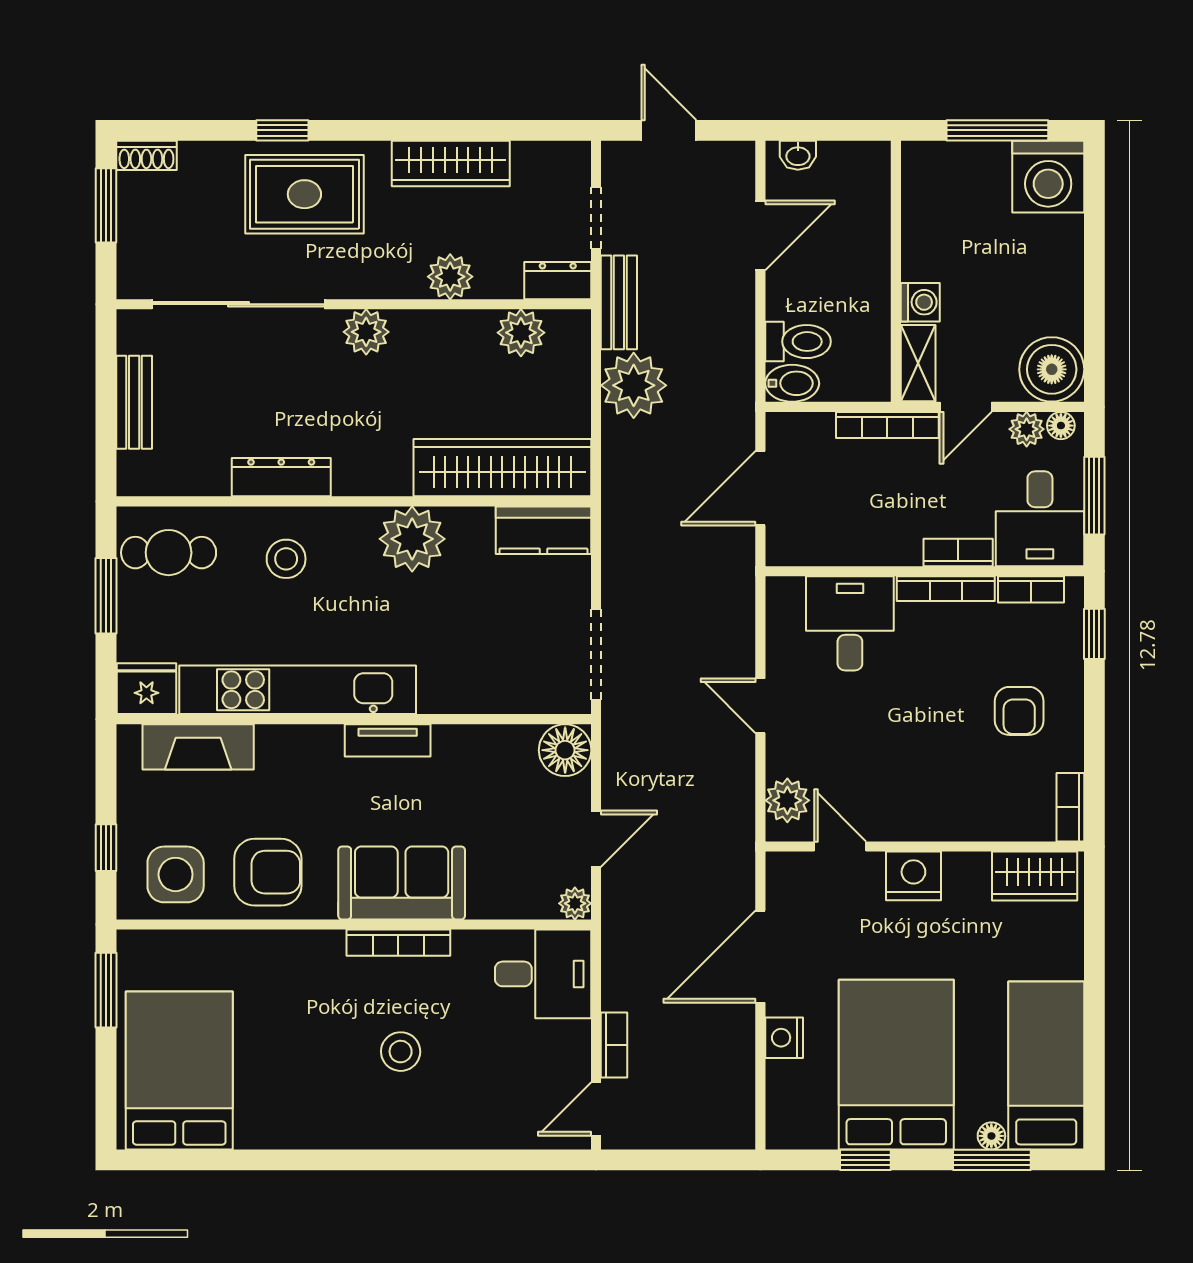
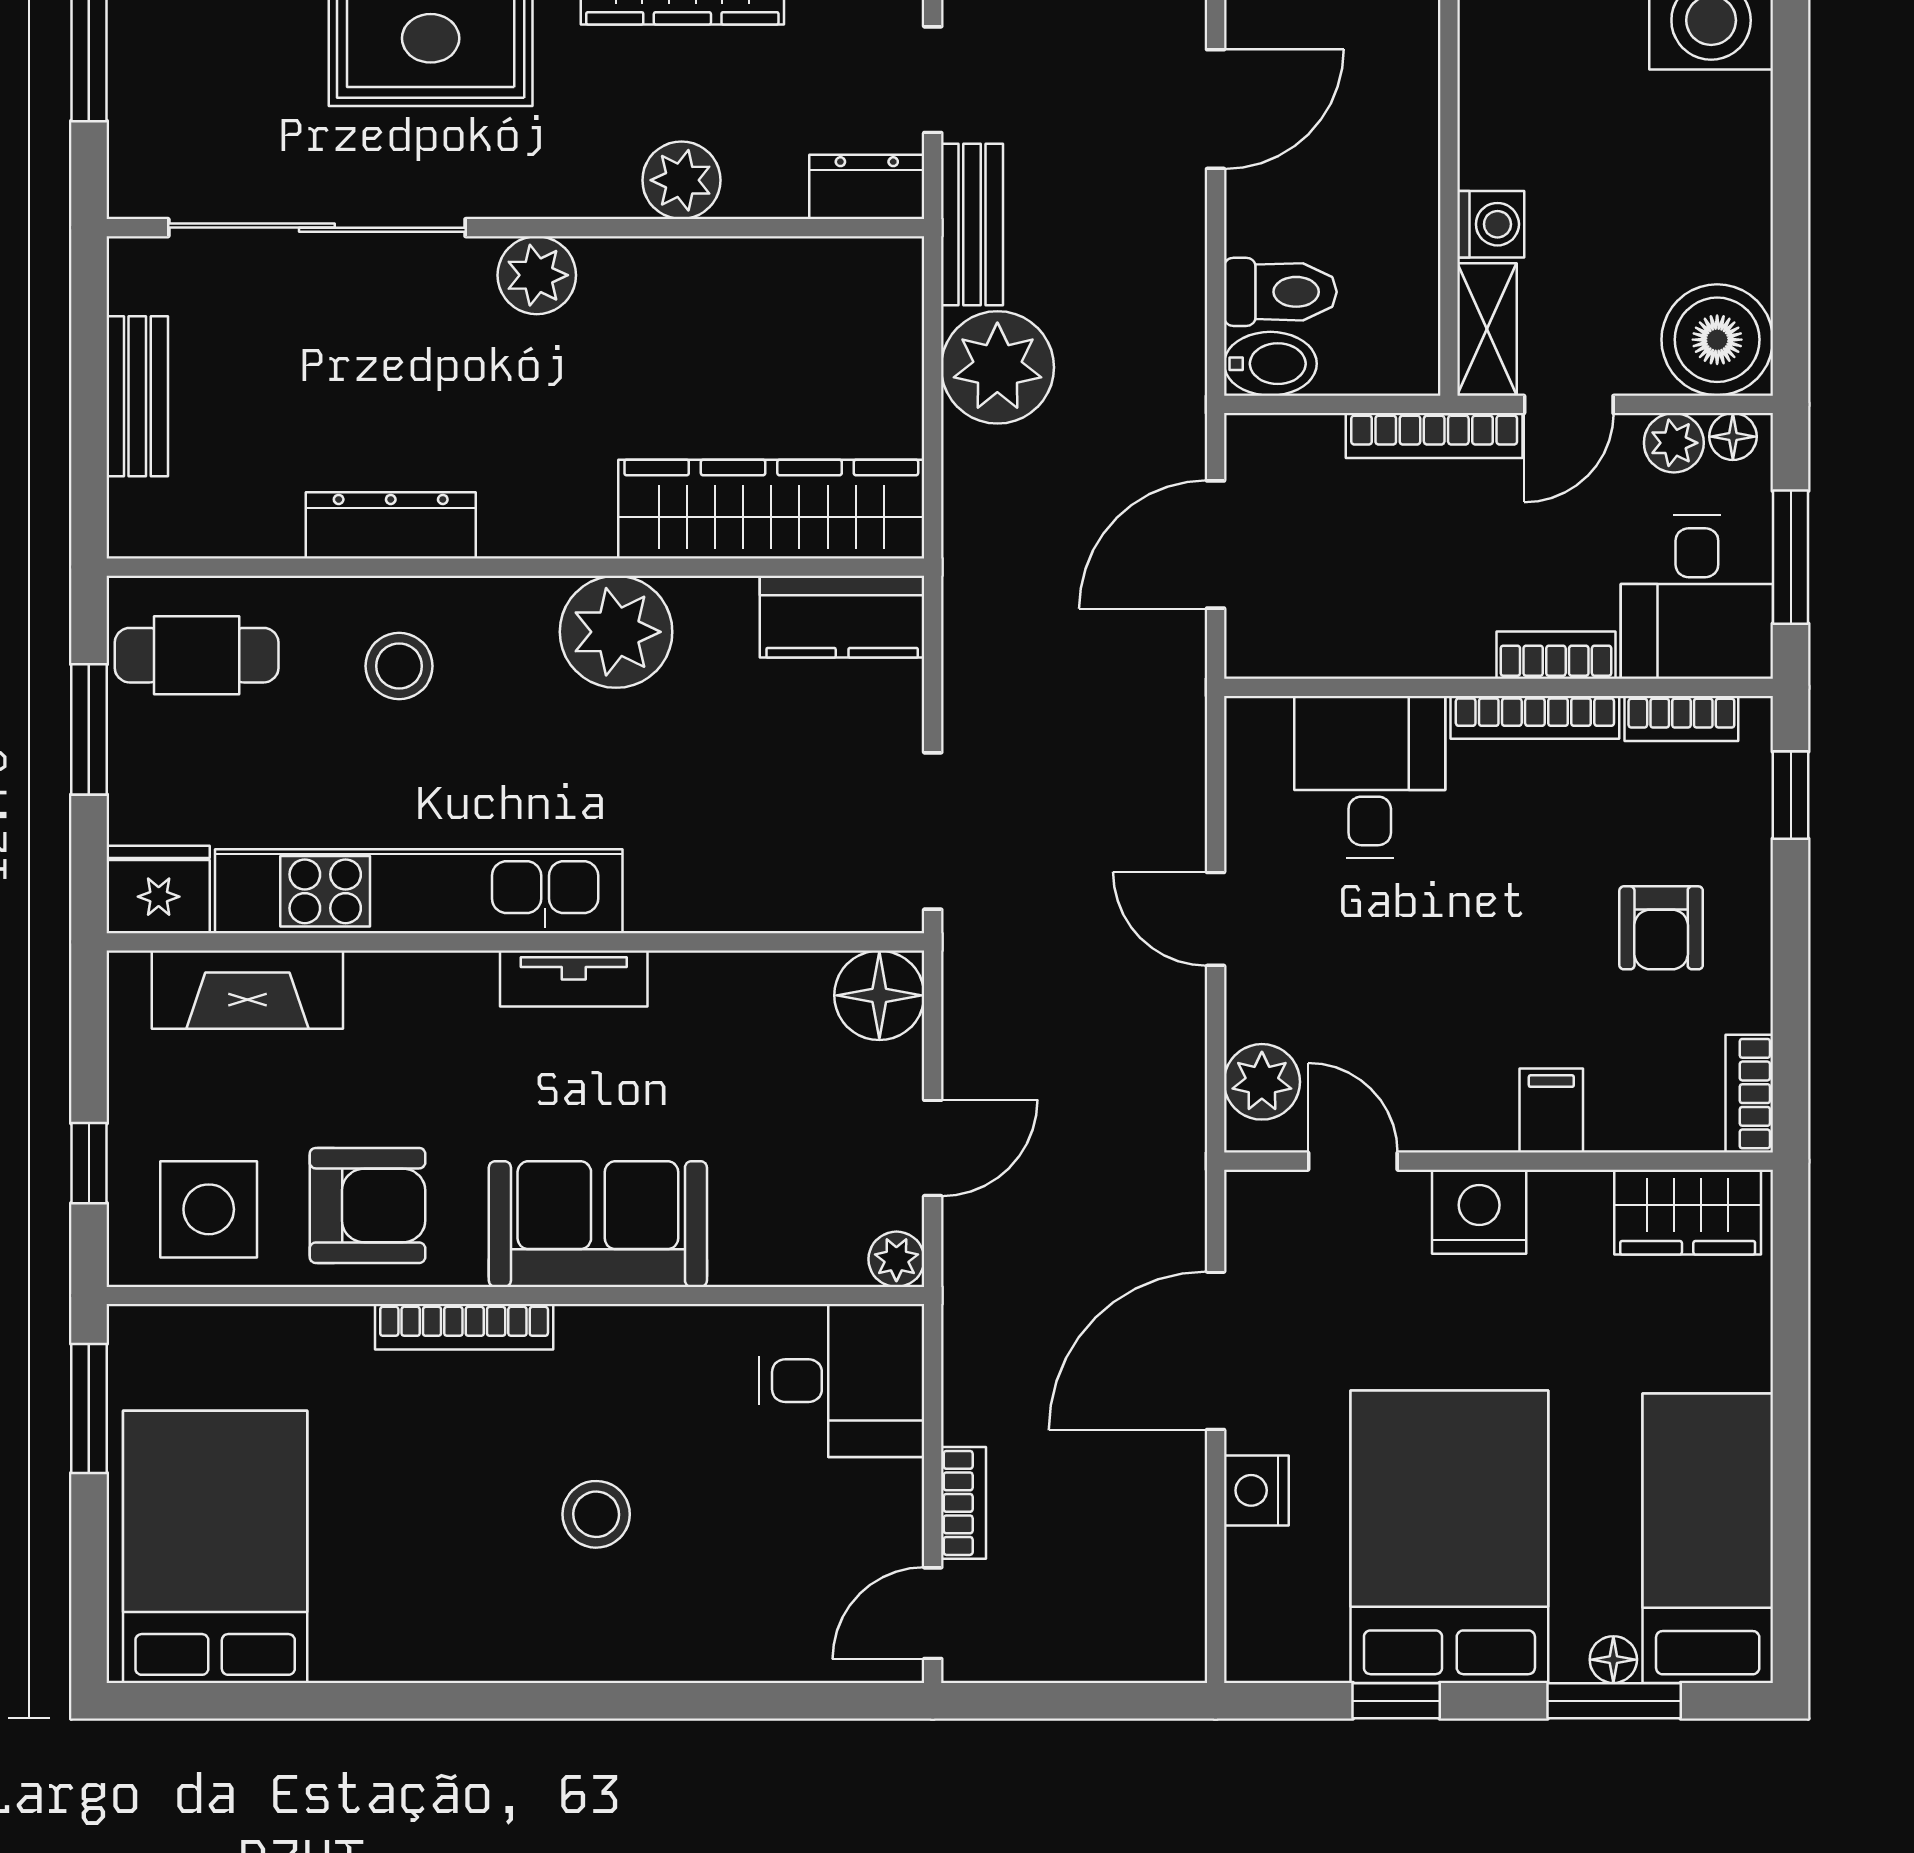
plant: (521, 333) -> (803, 277), removed
filing cabinet: (955, 817) -> (1551, 1111), added
bookcase: (398, 943) -> (464, 1327), moved

